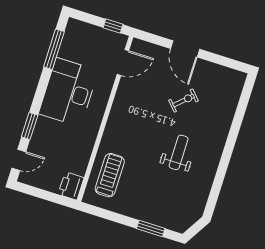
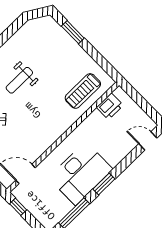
window: (30, 126) -> (104, 184), moved
printer: (71, 186) -> (110, 106), moved

